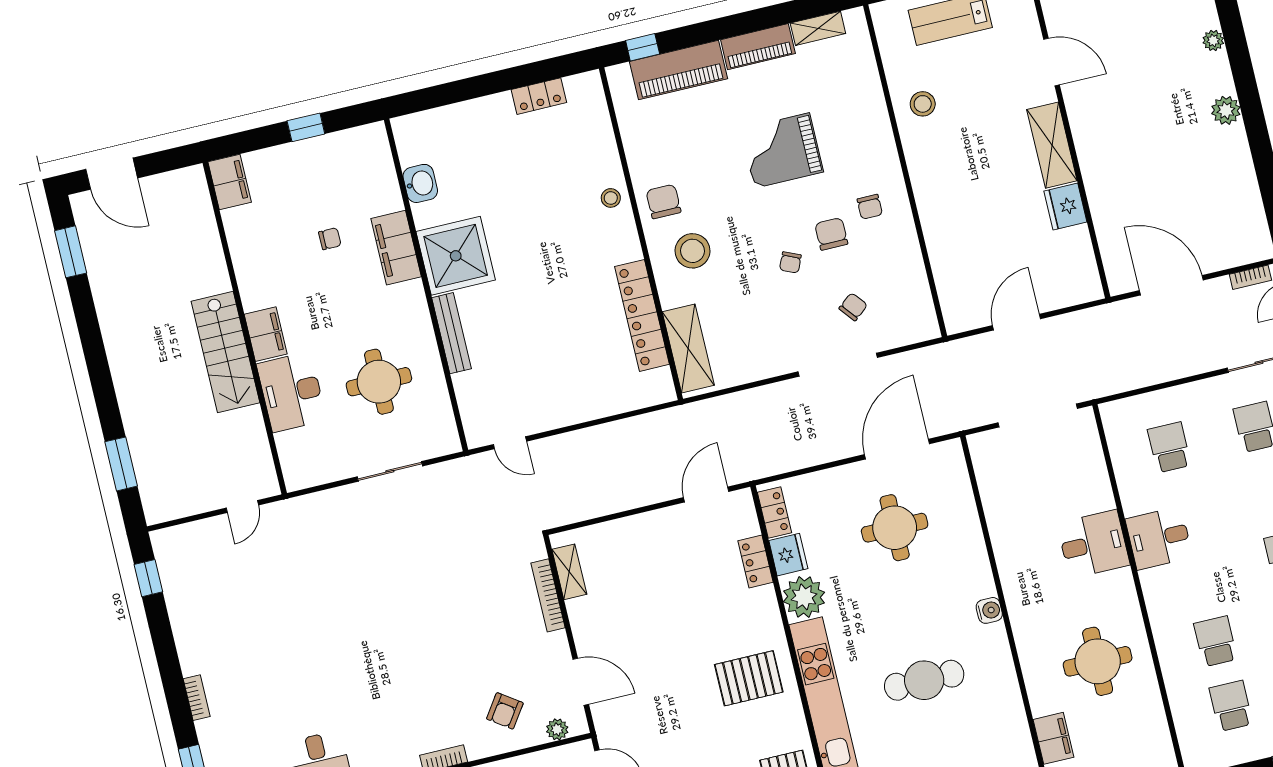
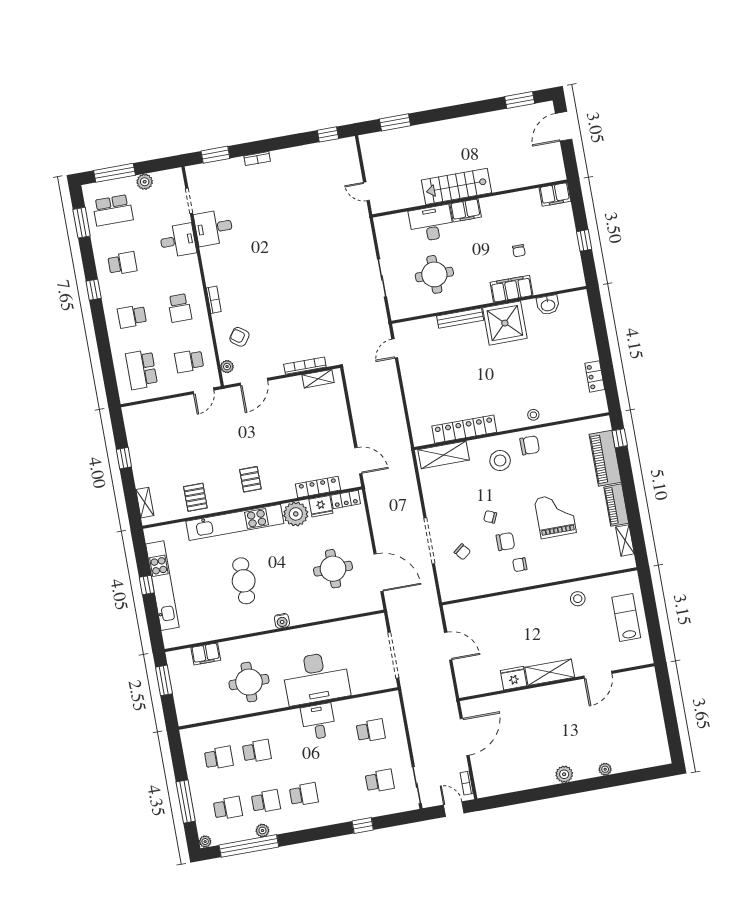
desk: (1093, 544) -> (316, 678), width x1.87, depth x1.30
locker: (756, 561) -> (318, 487), width x1.53
pallet: (749, 678) -> (250, 479), width x0.67, depth x0.71

